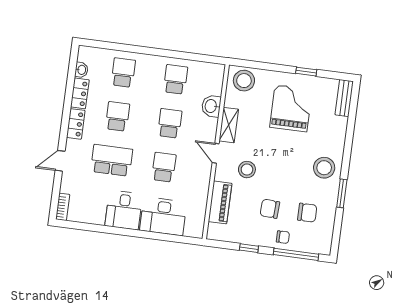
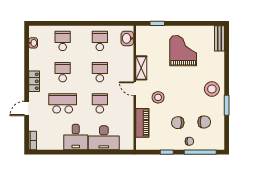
window: (306, 72) -> (157, 23), moved
stool: (244, 81) -> (148, 35), removed
locker: (80, 93) -> (34, 60), removed
washbasin: (211, 106) -> (127, 38), moved

